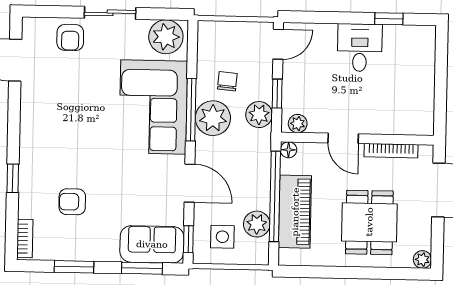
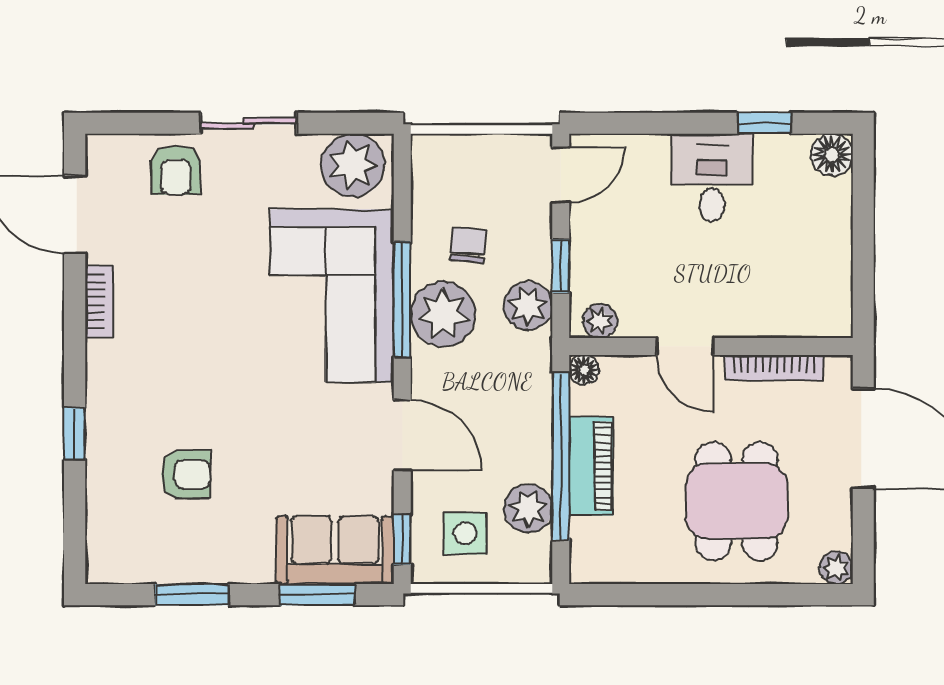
floor lamp: (425, 36) -> (832, 155), added
armchair: (72, 202) -> (186, 474), turned 180
piano: (295, 212) -> (591, 466), width x0.73, depth x0.75
bookcase: (25, 239) -> (99, 301), moved

